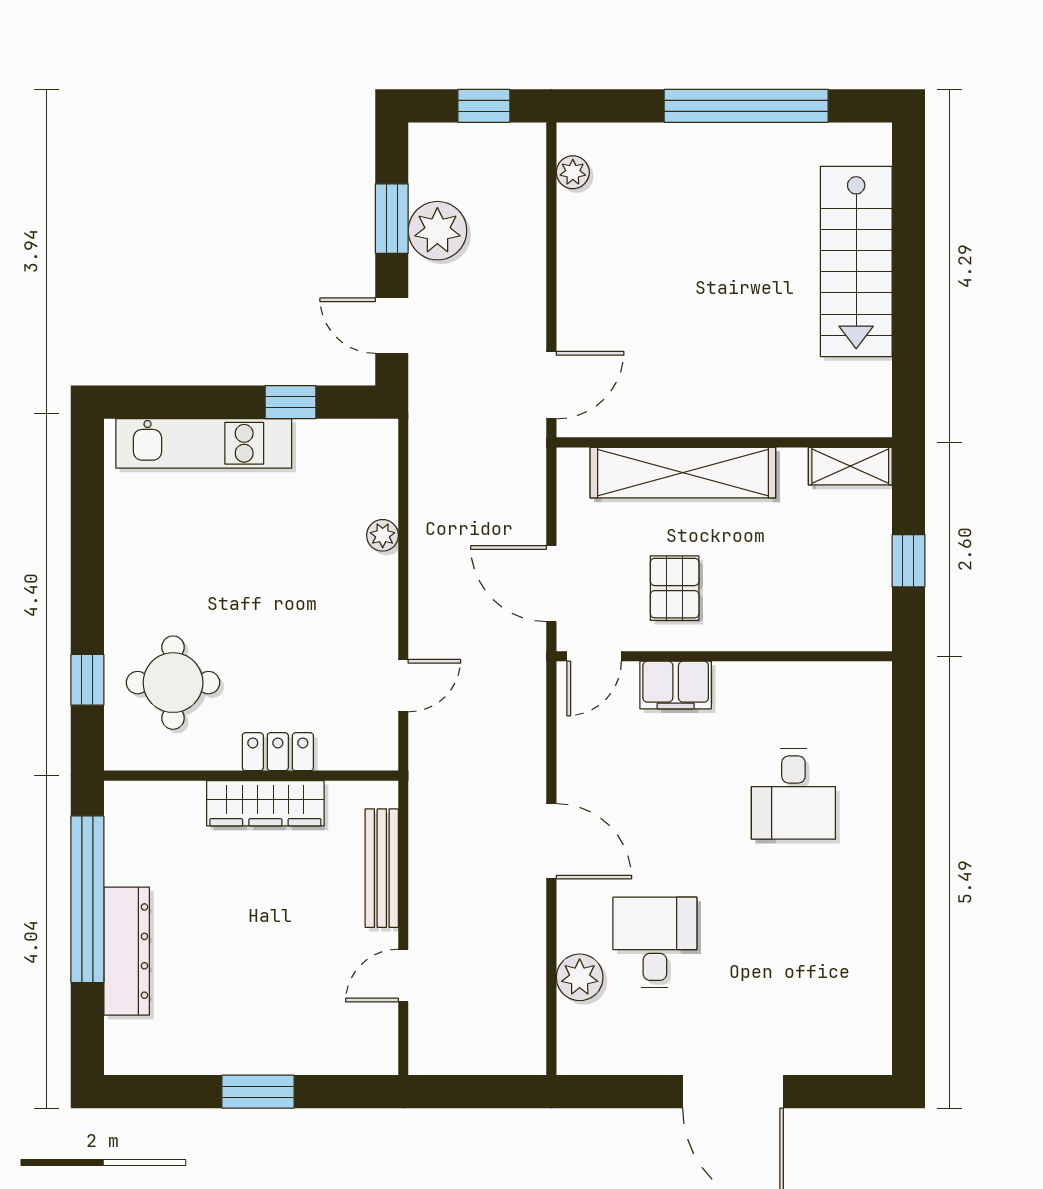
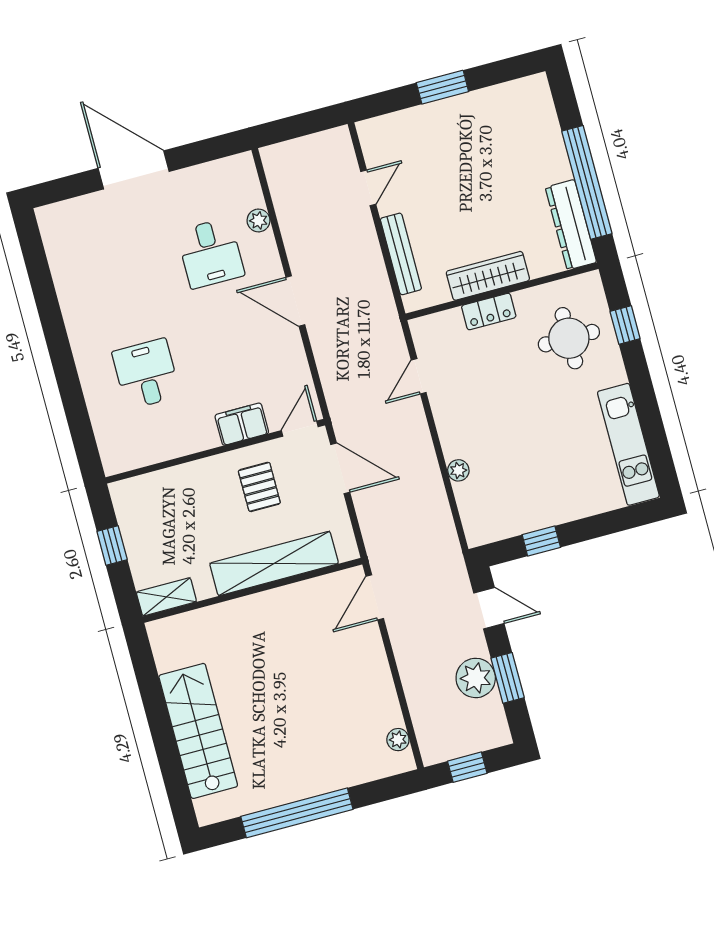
kitchen unit: (204, 443) -> (628, 444), moved, turned -90
dresser: (127, 951) -> (571, 225), moved
plant: (580, 977) -> (258, 220), width x0.73, depth x0.73

